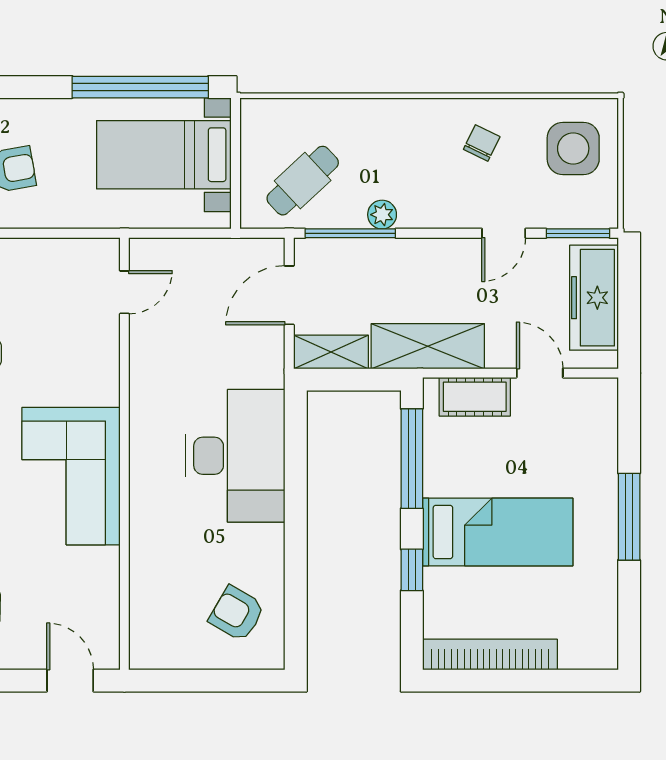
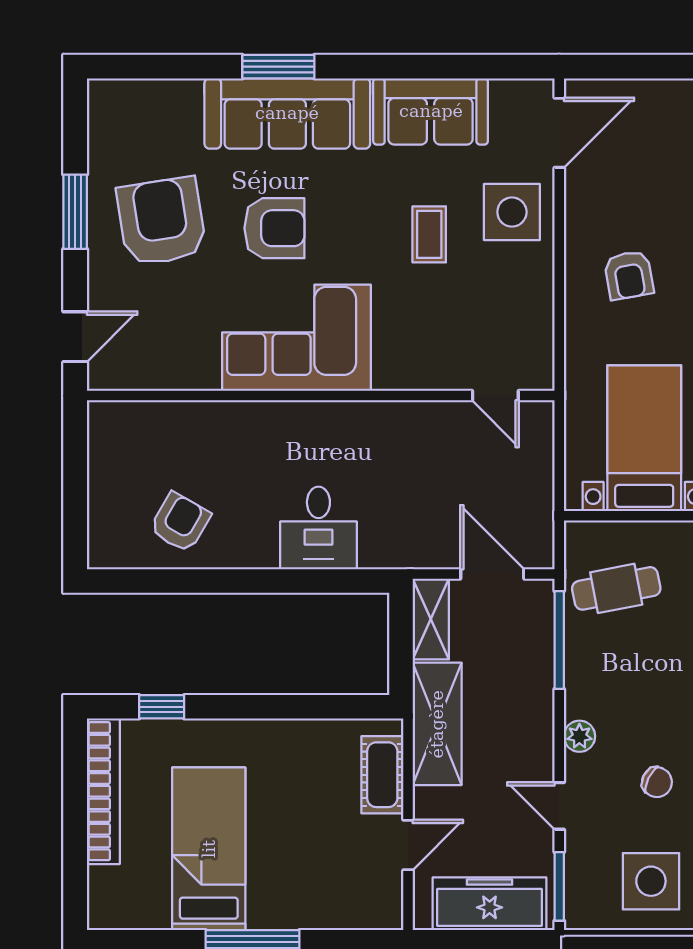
cafe table: (303, 181) -> (616, 588), turned -58
plant: (382, 215) -> (579, 736), moved
desk: (235, 456) -> (318, 528), width x0.53, depth x0.77
window: (412, 459) -> (315, 707), removed
bed: (498, 532) -> (209, 849), moved, turned 180
window: (412, 570) -> (162, 707), moved
armchair: (237, 614) -> (180, 522), moved

